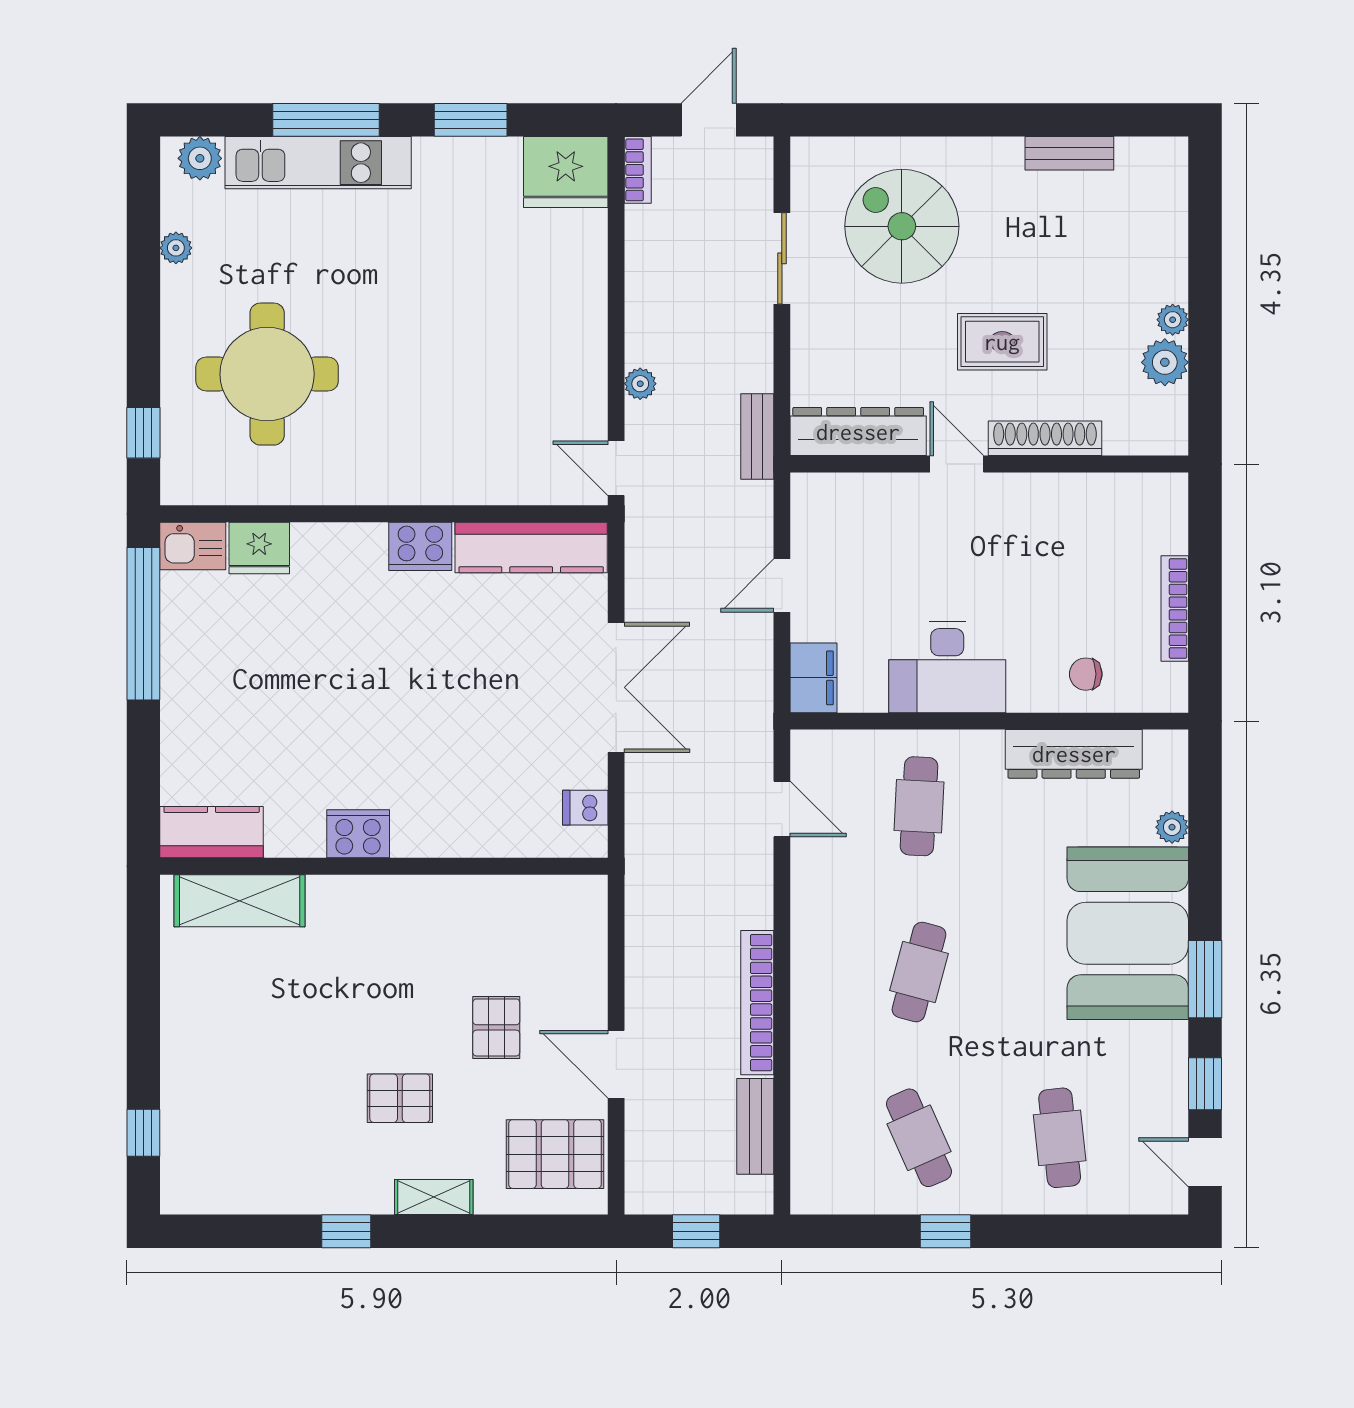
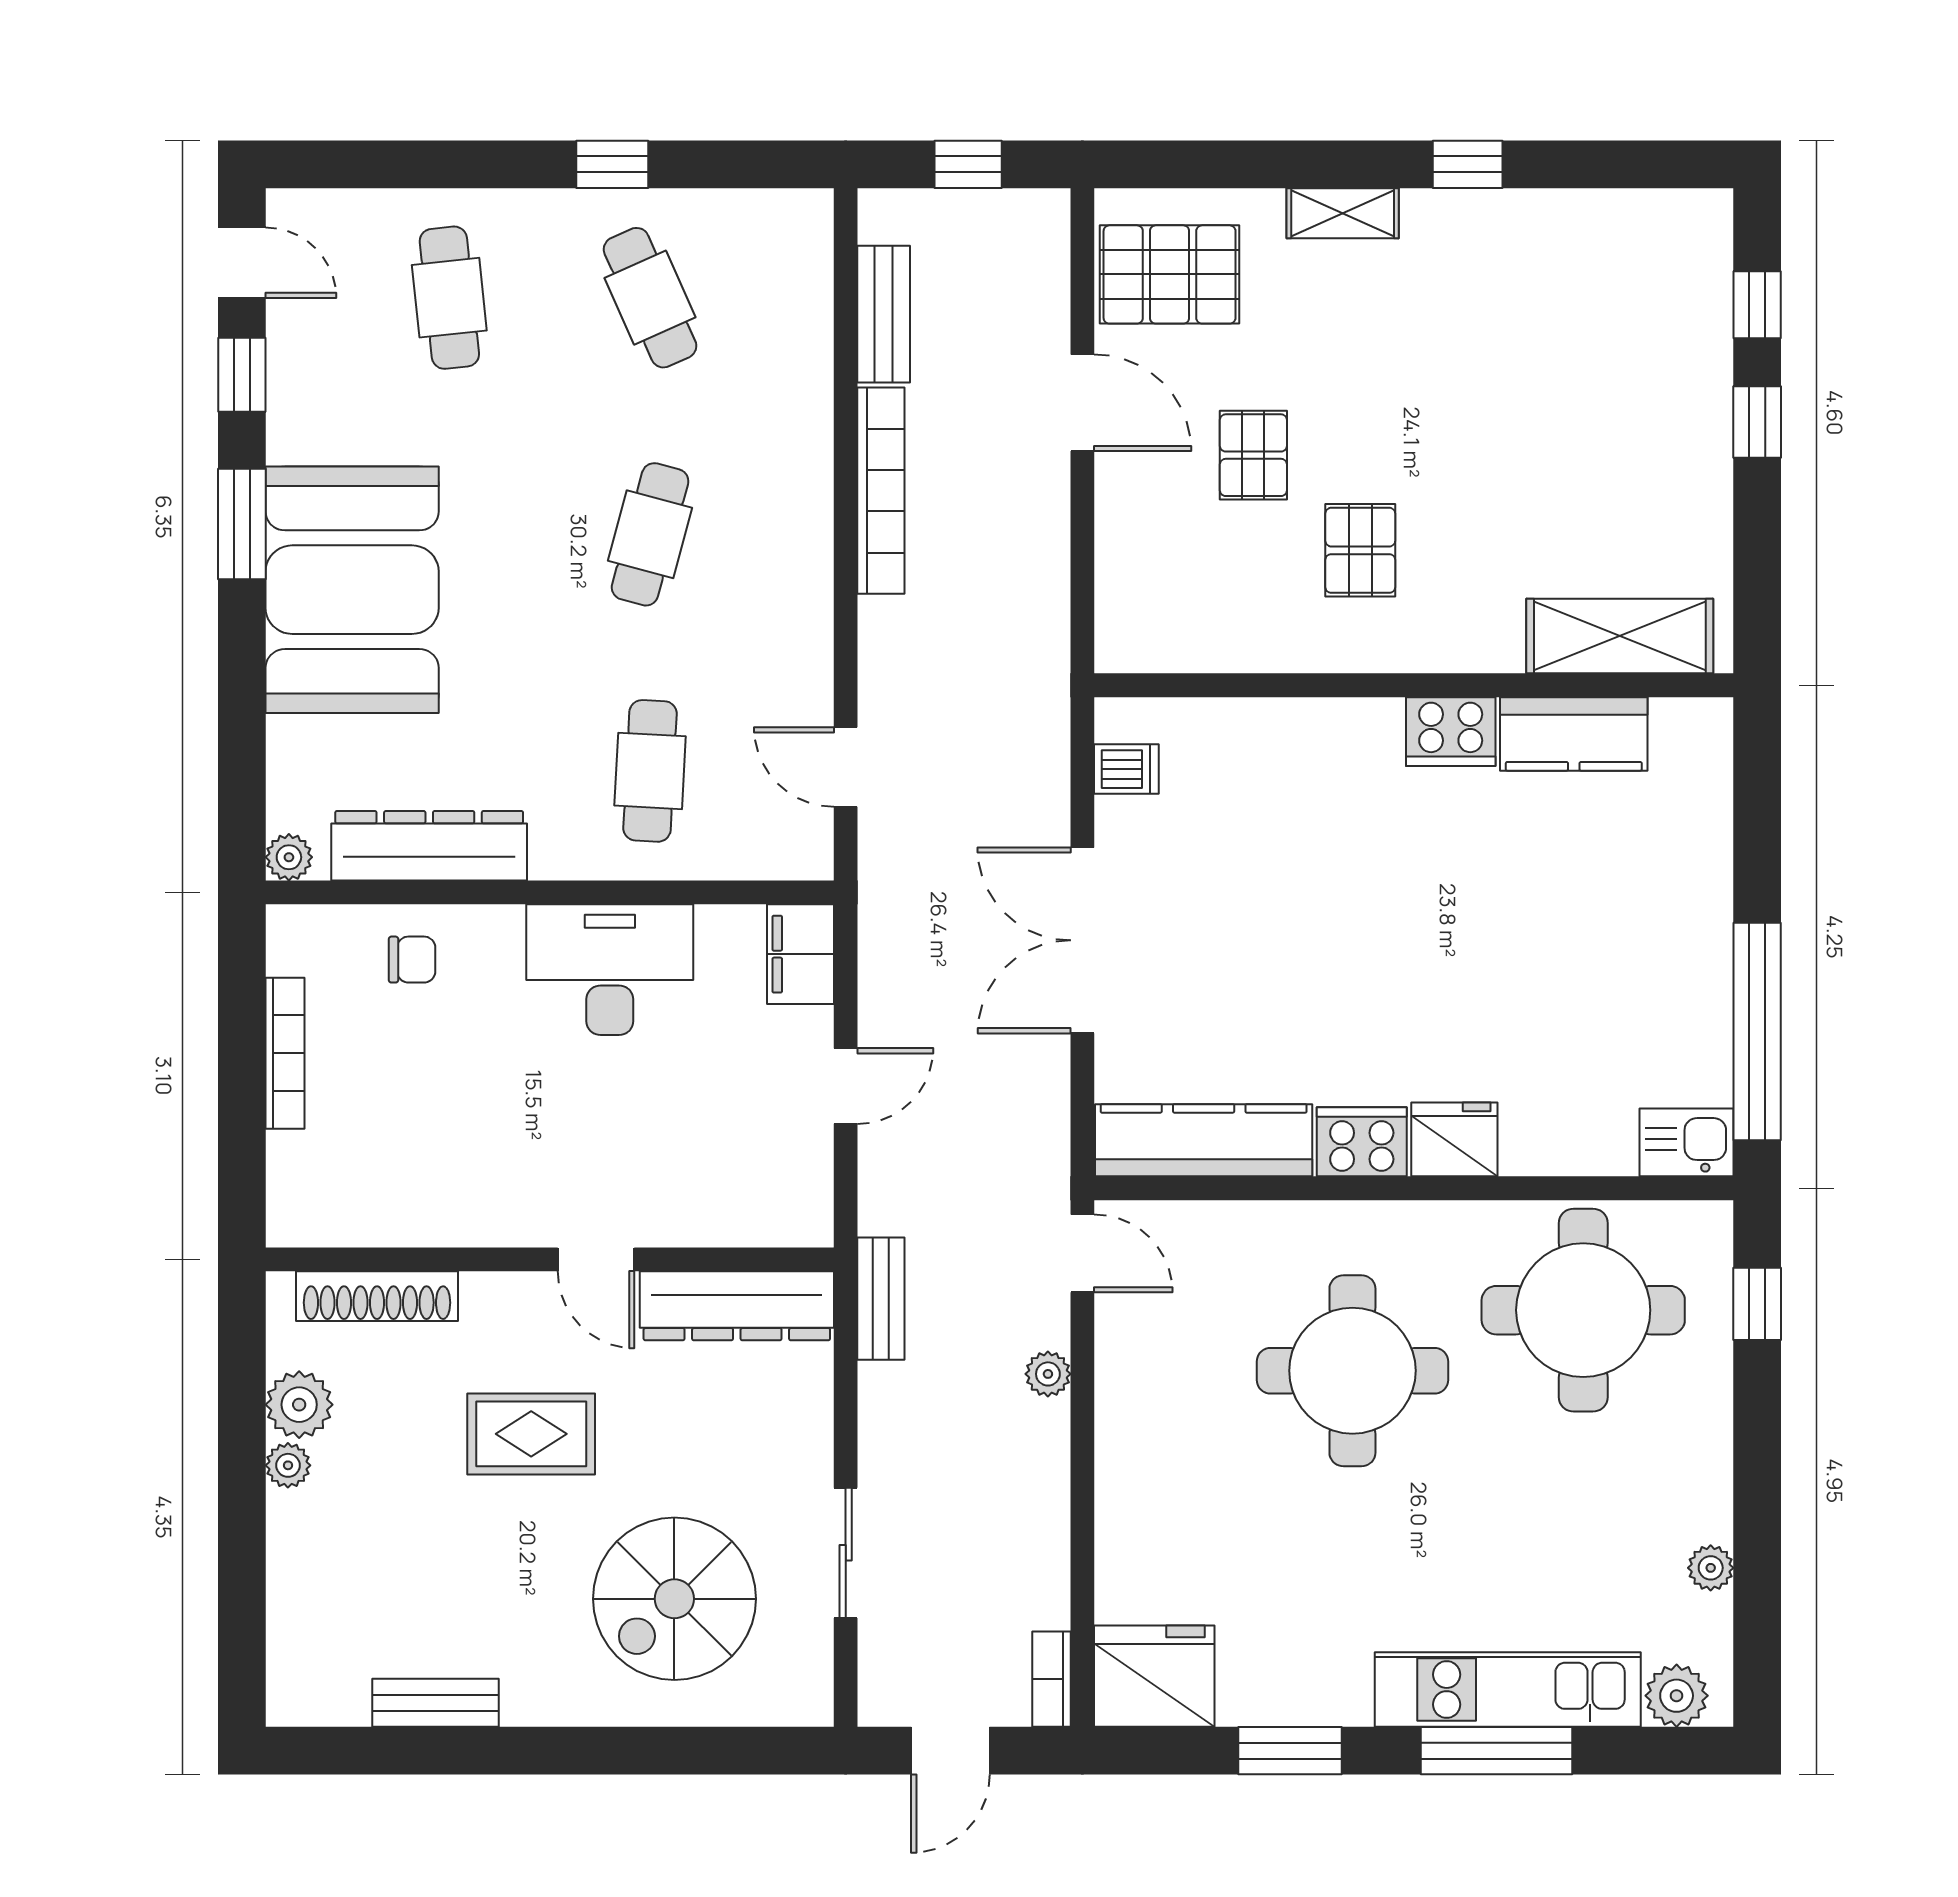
spiral stairs: (902, 226) -> (674, 1599), turned 90
round table: (267, 374) -> (1583, 1310), moved
round table: (427, 386) -> (1352, 1371), added
shoe rack: (1045, 438) -> (377, 1296), moved
fridge: (259, 548) -> (1454, 1139), moved
plant: (1172, 827) -> (289, 857), moved
kitchen counter: (212, 832) -> (1574, 734), moved
window: (143, 1051) -> (1757, 422), added
pallet: (400, 1098) -> (1360, 550), moved, turned 90

